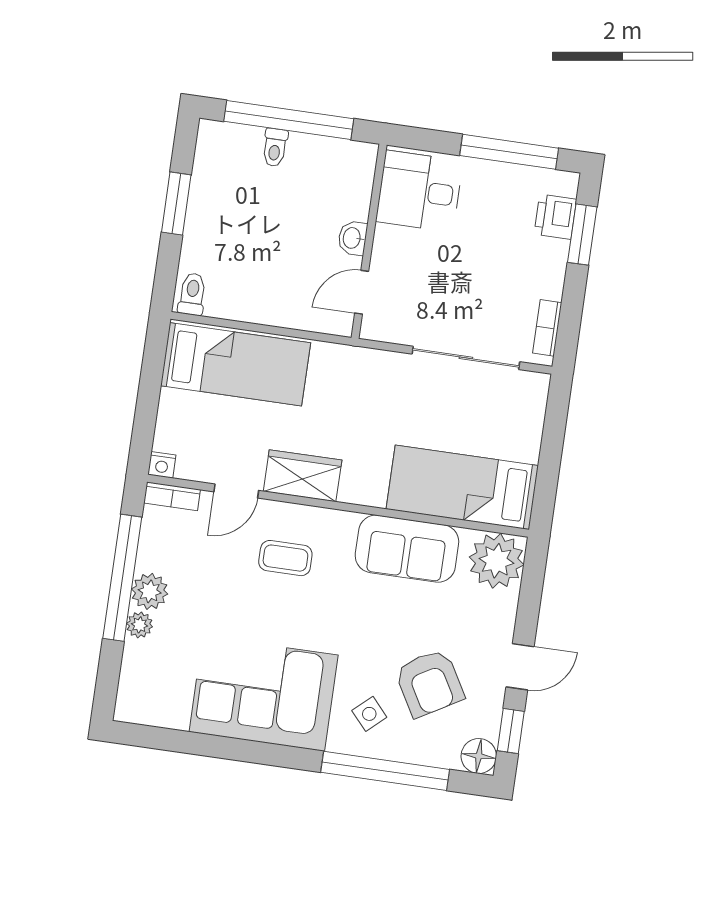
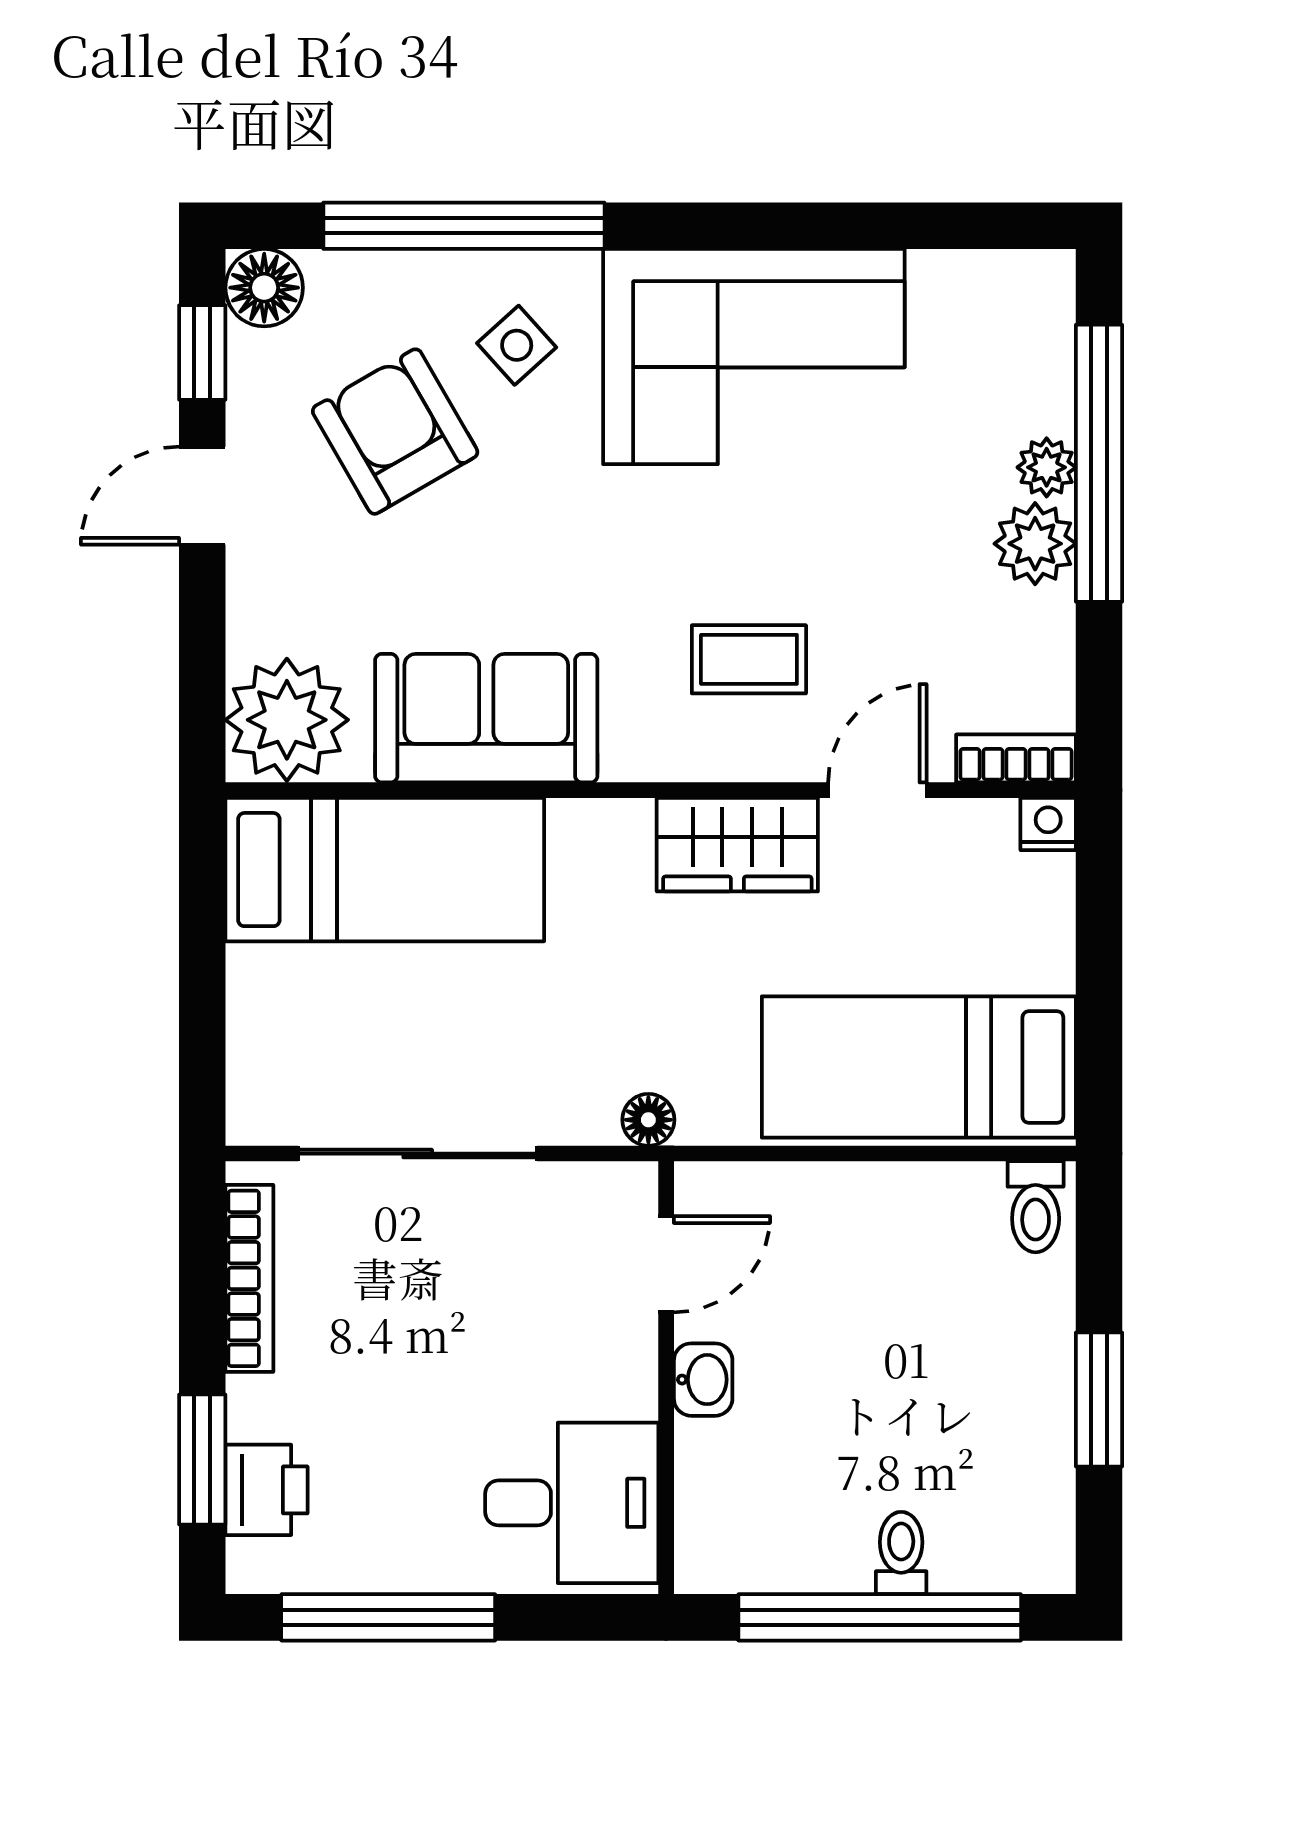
bookcase: (547, 328) -> (249, 1278), width x1.56
floor lamp: (360, 358) -> (648, 1120), added
window: (122, 578) -> (1099, 463), moved

